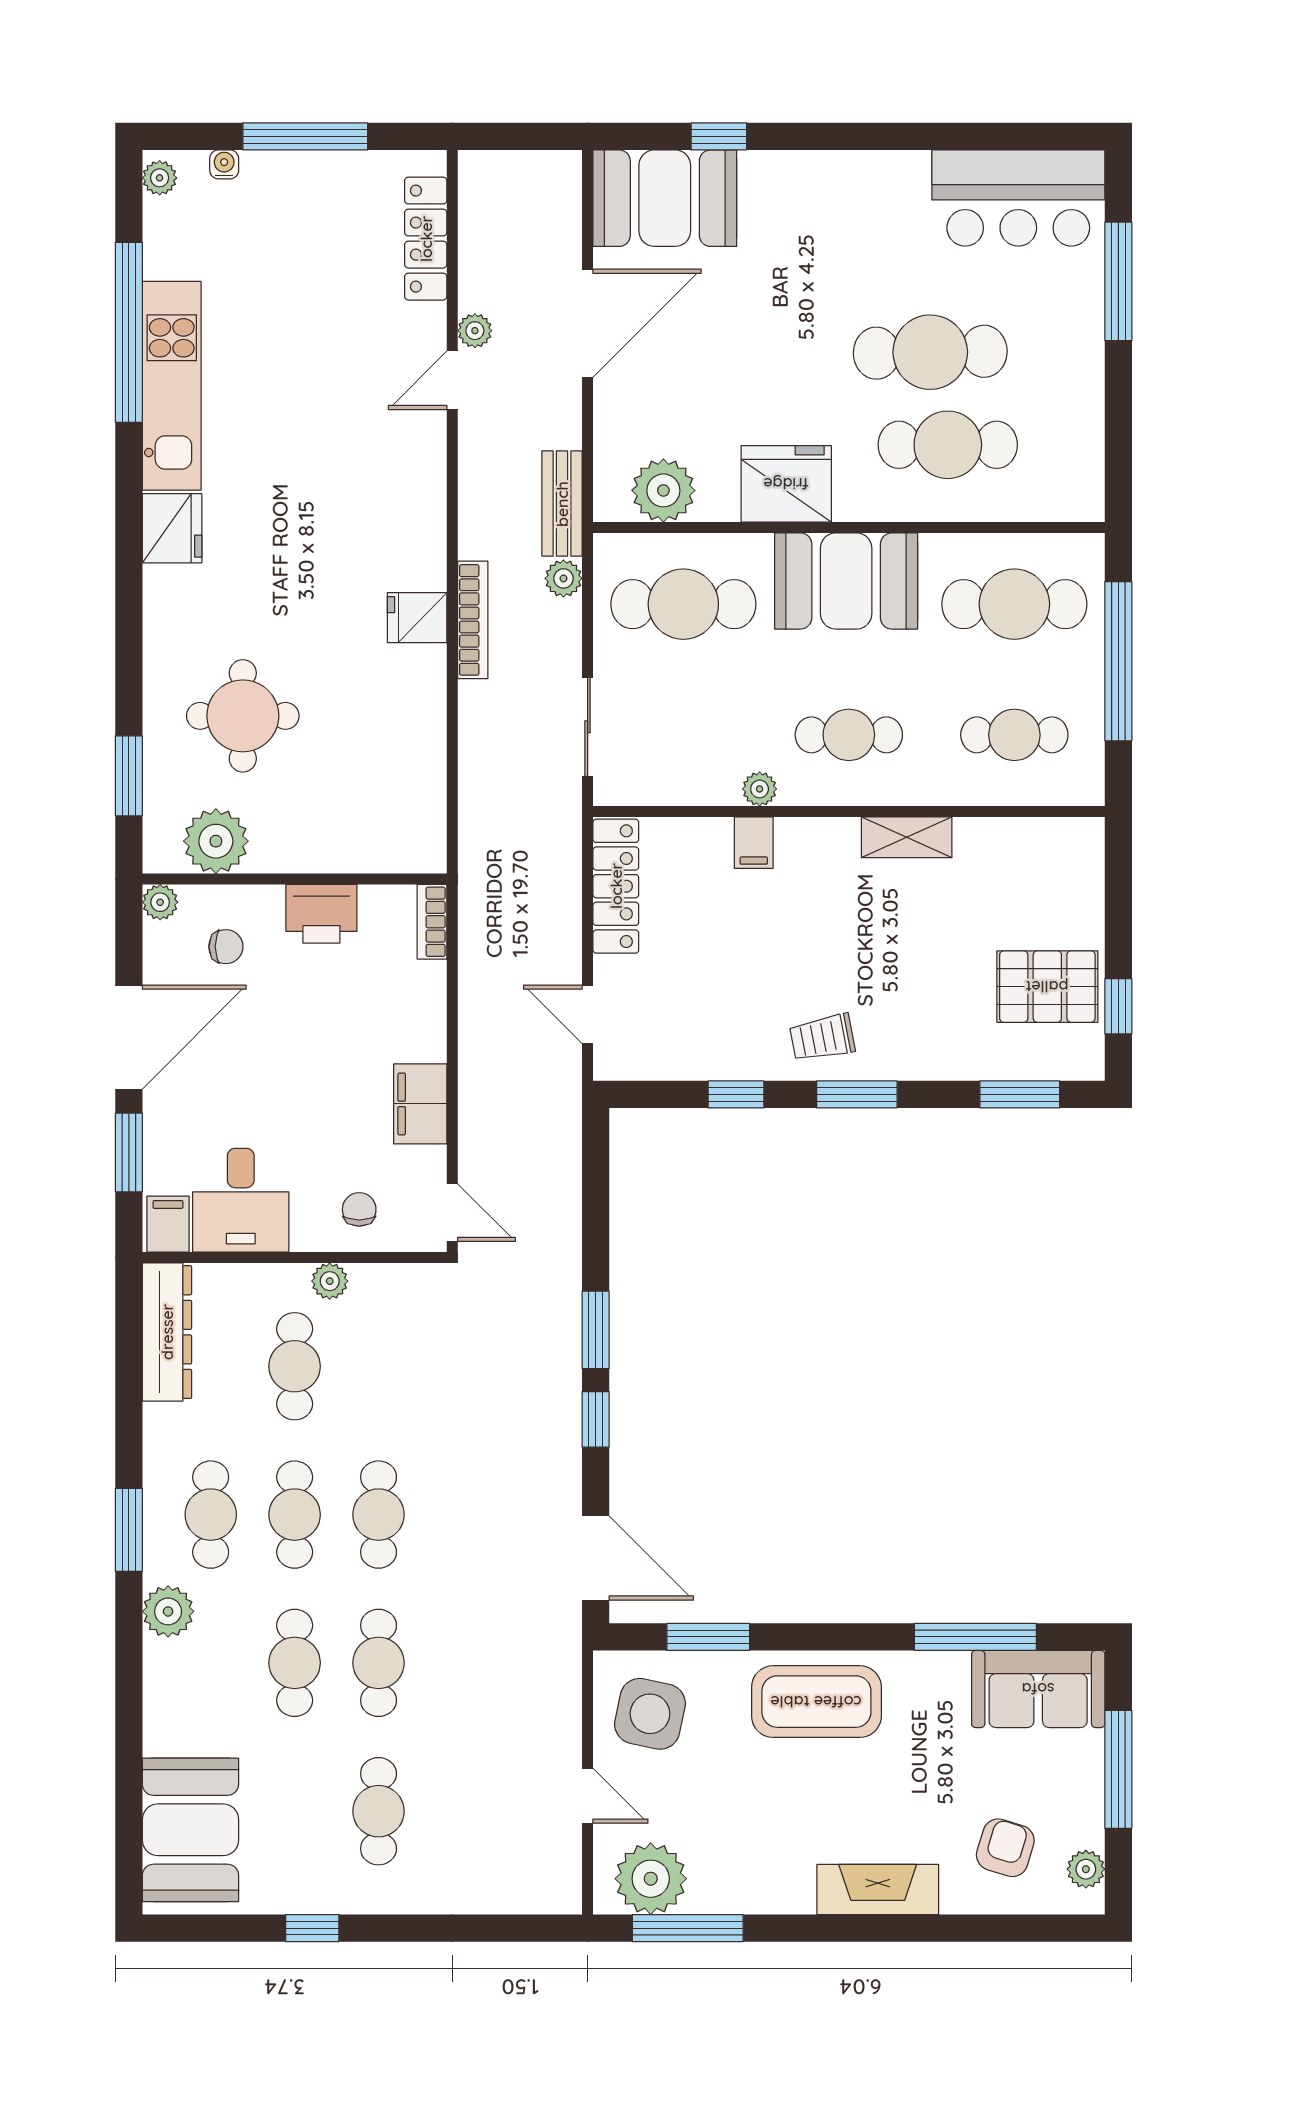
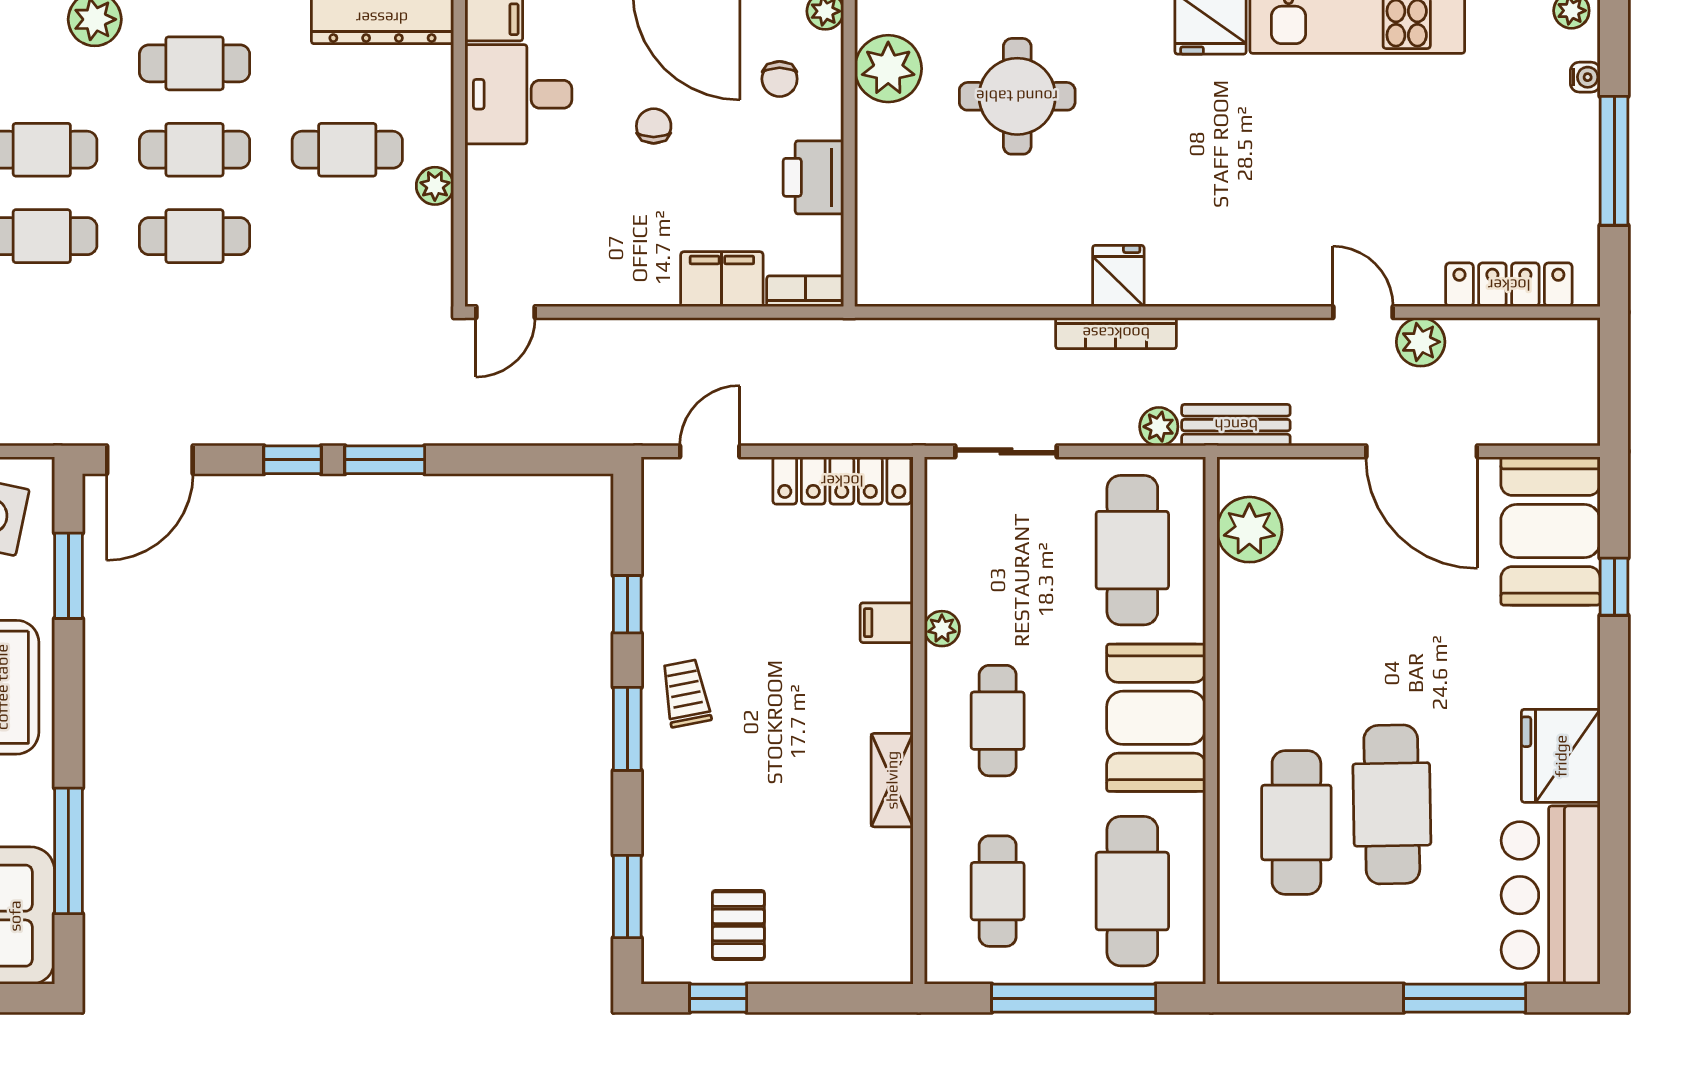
plant: (475, 331) -> (1421, 342), width x1.38, depth x1.38
fridge: (786, 484) -> (1561, 756), moved, turned 180
pallet: (1047, 987) -> (738, 925), width x0.67, depth x0.71
filing cabinet: (420, 1104) -> (722, 279), moved
chair: (359, 1209) -> (654, 126), moved, turned -90

